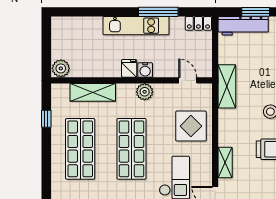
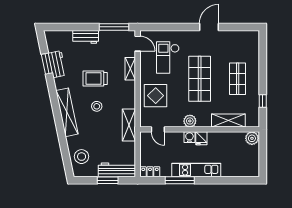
shop shelf: (80, 149) -> (238, 79), width x0.70, depth x0.74

